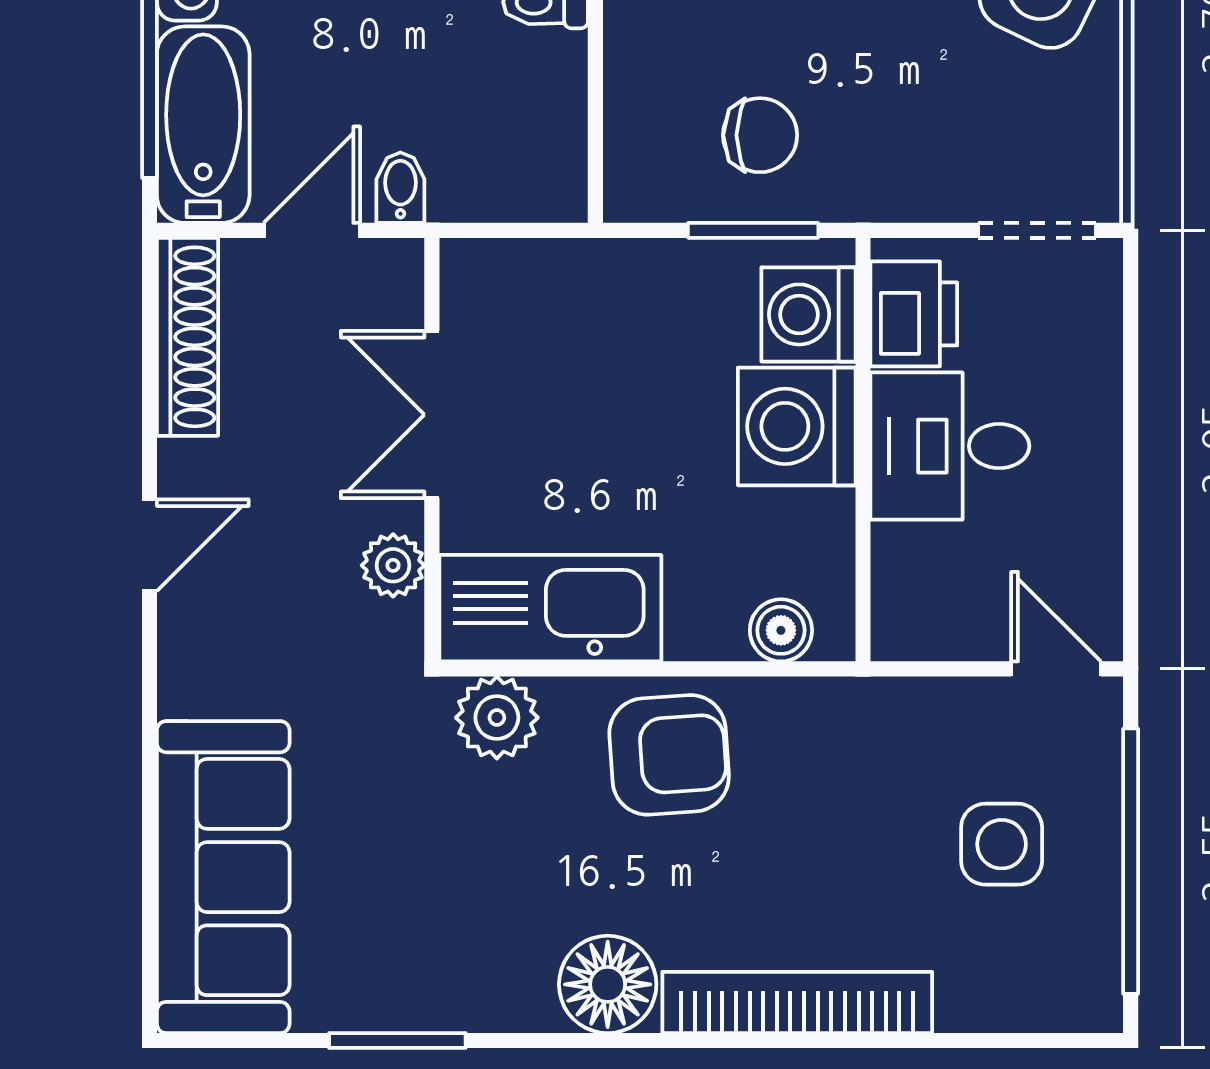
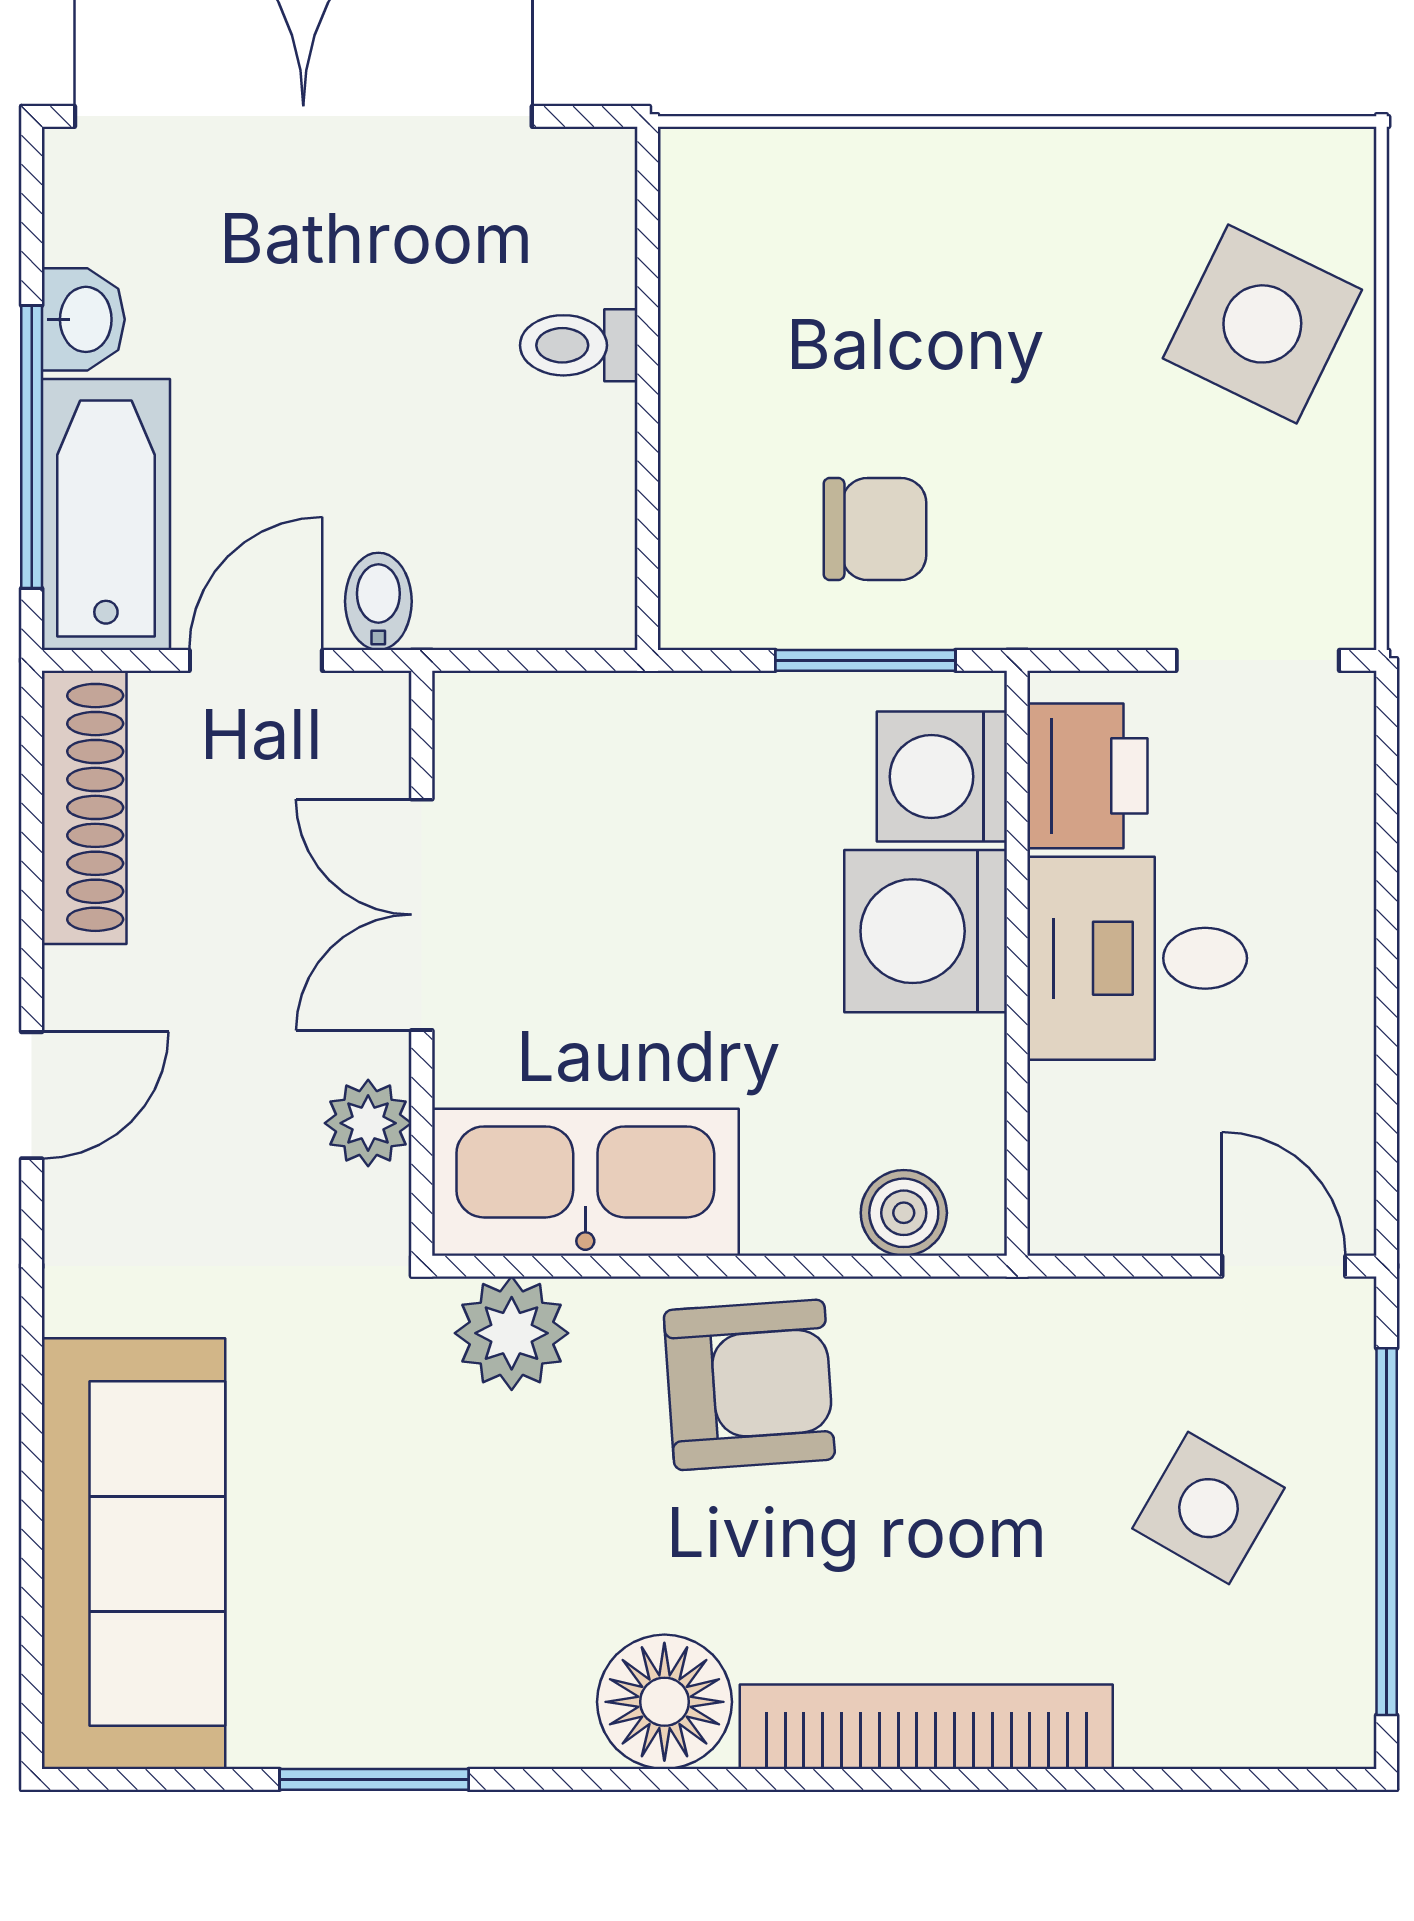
side table: (1002, 844) -> (1208, 1508), turned 30

